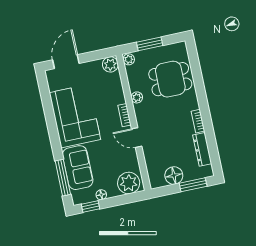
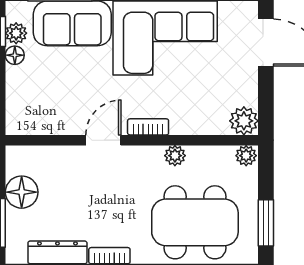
window: (150, 44) -> (266, 223), moved
dining table: (170, 79) -> (195, 222), width x1.38
plant: (129, 183) -> (16, 33), moved, width x0.53, depth x0.53

